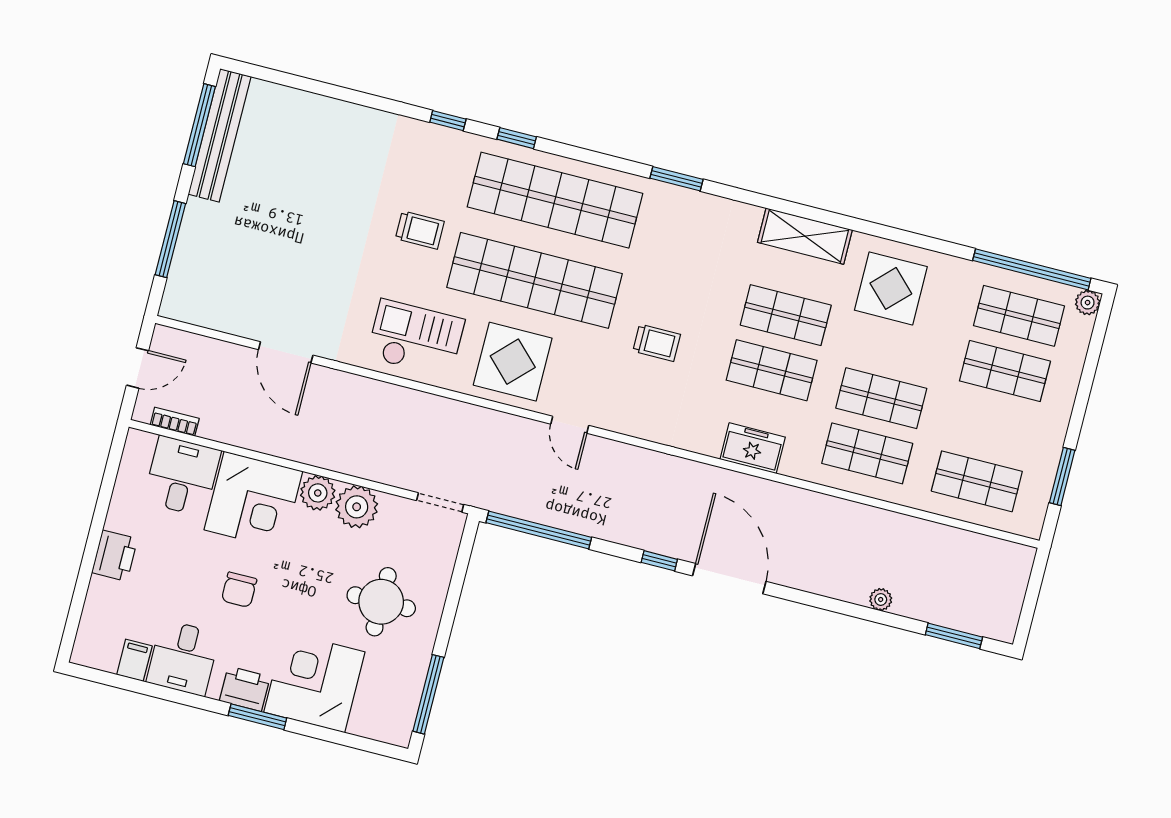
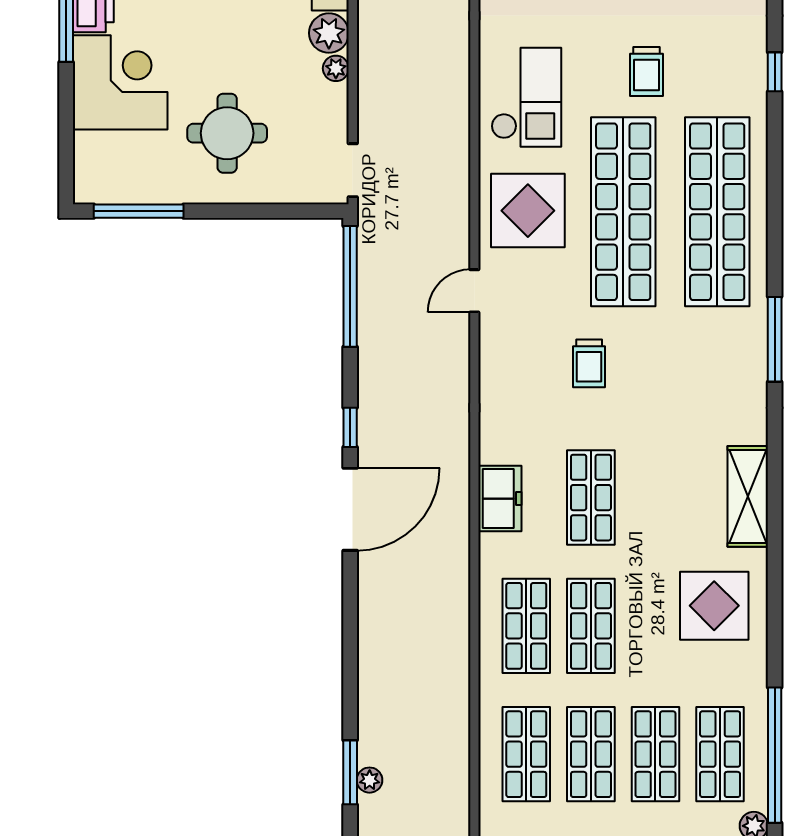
window: (517, 138) -> (775, 152), removed
window: (676, 179) -> (775, 339), width x1.44
shop shelf: (786, 315) -> (591, 754), moved
plant: (357, 507) -> (336, 68), width x0.53, depth x0.53
plant: (881, 599) -> (370, 780), moved

